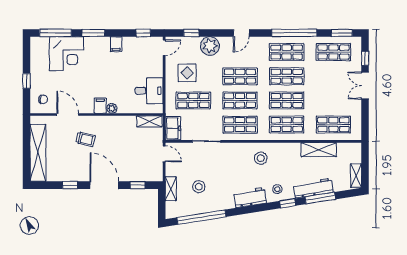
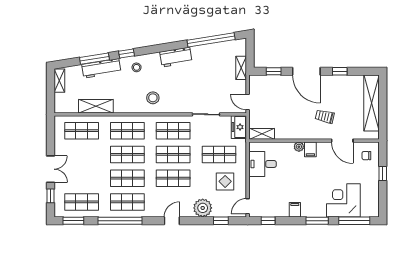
stool: (199, 187) -> (214, 70), removed
workbench: (250, 198) -> (176, 57), moved

